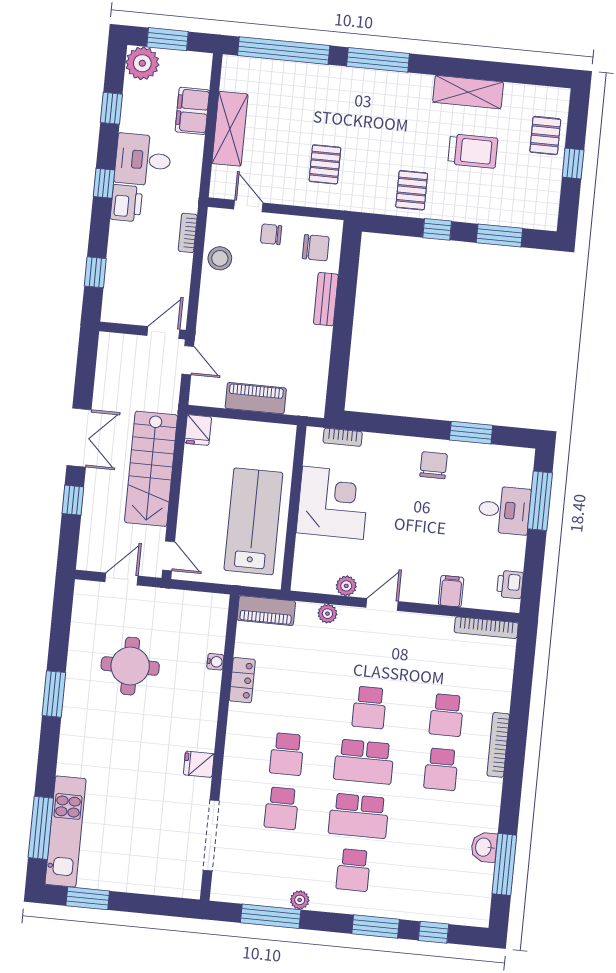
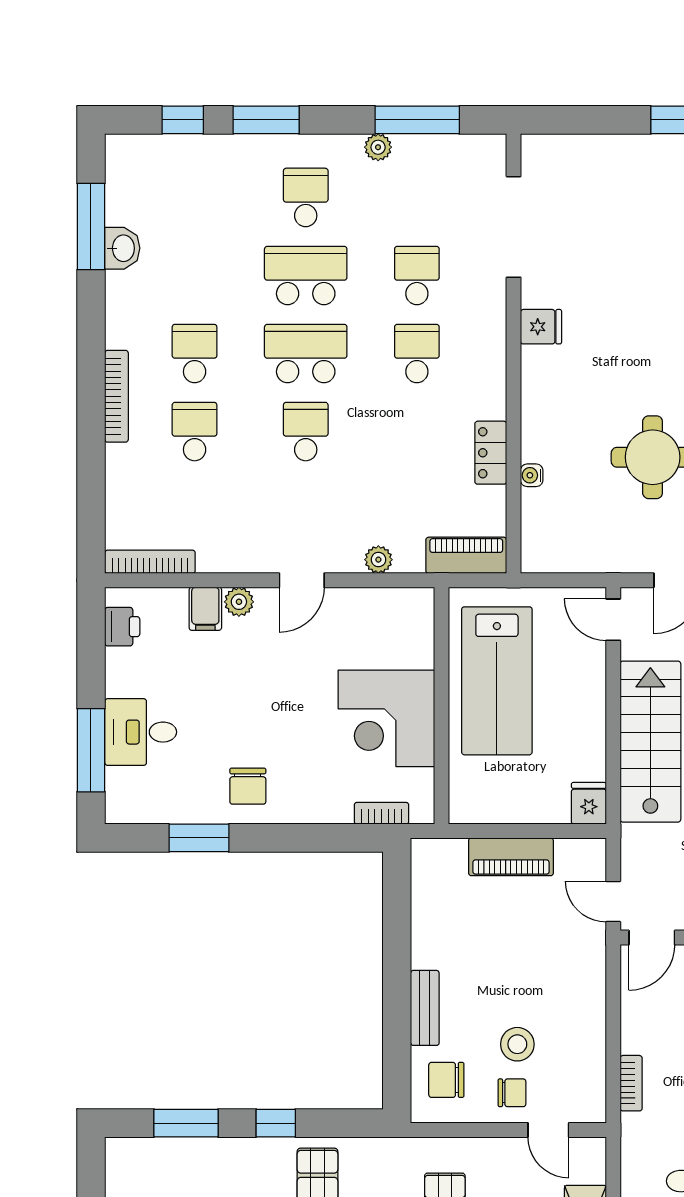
stool: (220, 258) -> (517, 1044), moved
plant: (346, 586) -> (239, 602), moved

